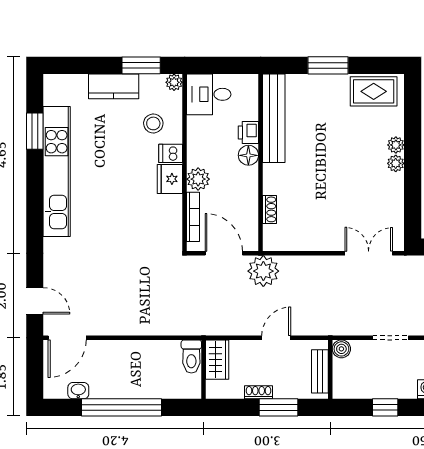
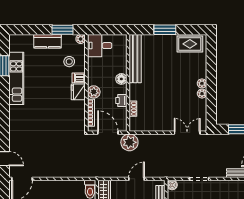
printer: (248, 132) -> (121, 101), moved
plant: (396, 145) -> (202, 94), moved
kitchen unit: (57, 172) -> (16, 78), width x0.73

